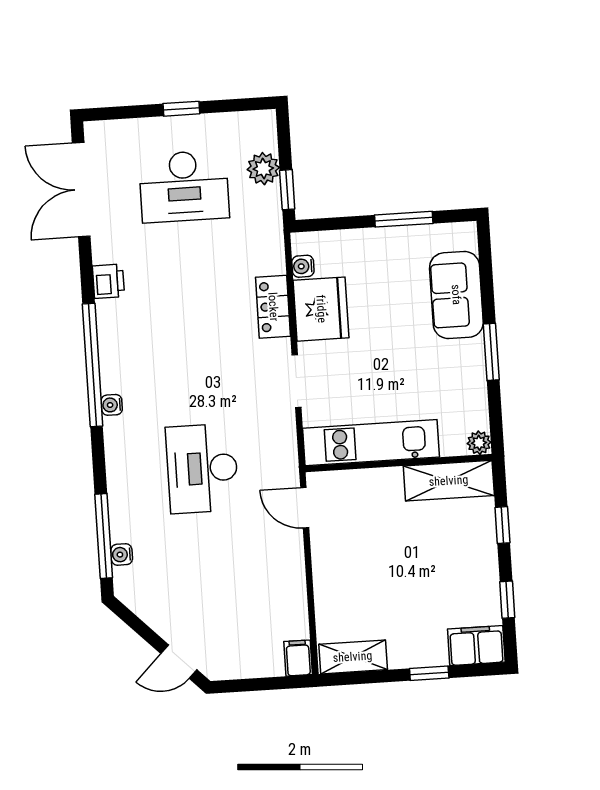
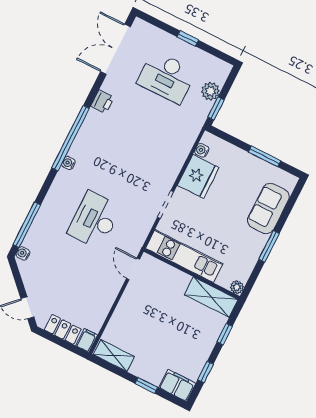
locker: (273, 307) -> (63, 329), moved, turned 90
water cooler: (122, 554) -> (23, 253), moved

